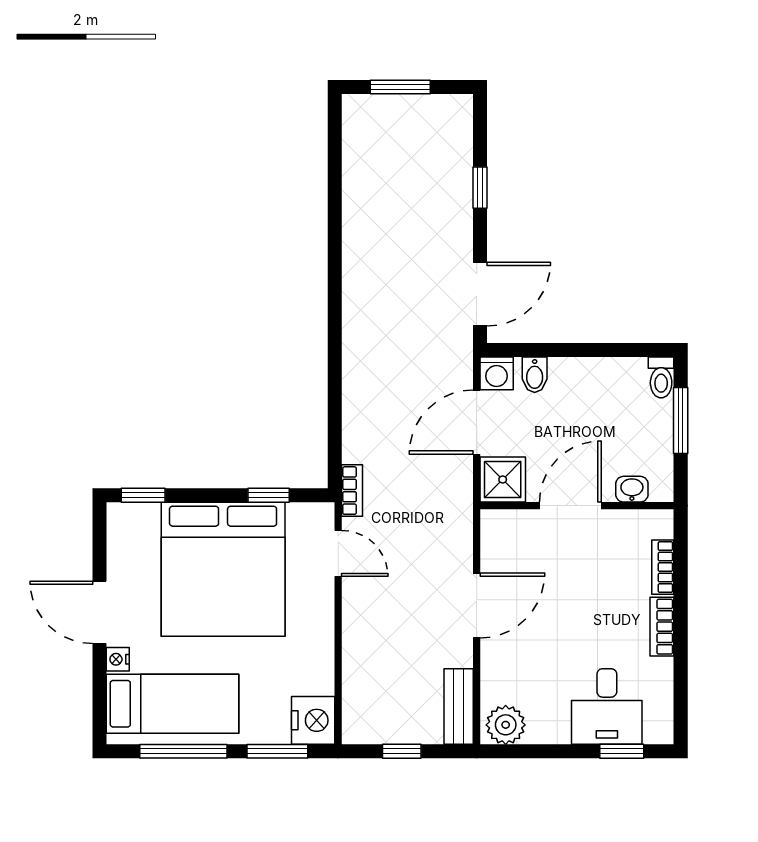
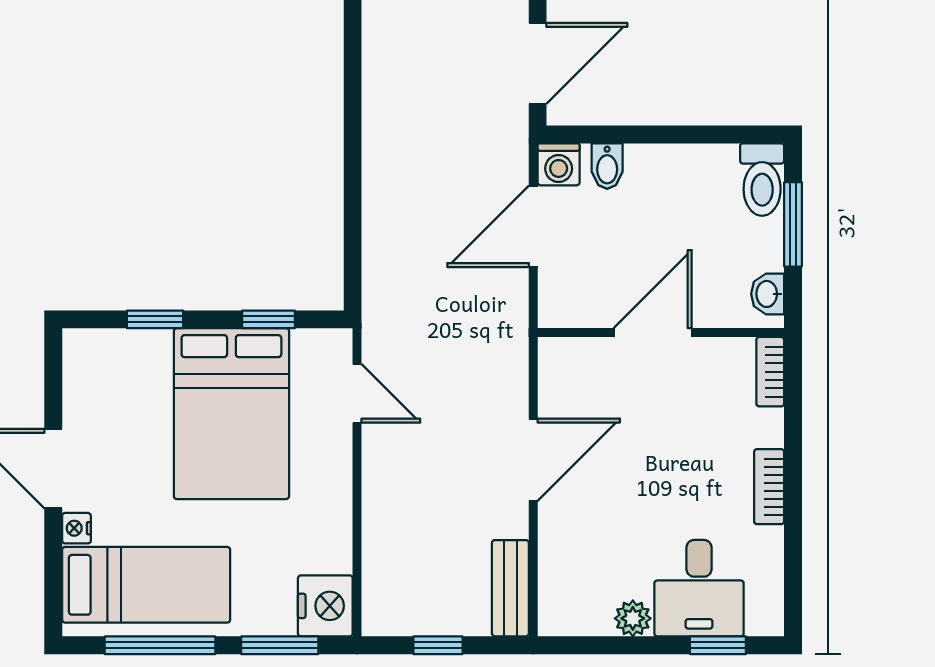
toilet: (661, 377) -> (762, 180), width x1.37, depth x1.39
shower: (503, 480) -> (566, 299), removed
washbasin: (632, 489) -> (768, 294), moved, turned -90
bookcase: (352, 491) -> (375, 313), removed
window: (143, 495) -> (155, 319), moved
bookcase: (663, 567) -> (770, 372), moved
bed: (223, 569) -> (231, 414), width x0.73
plant: (506, 725) -> (633, 618), moved, width x0.73, depth x0.73

